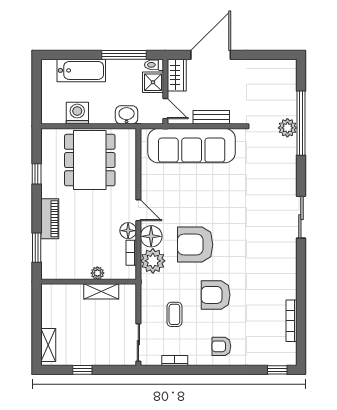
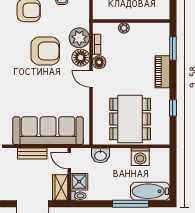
window: (124, 55) -> (131, 204), moved
bathtub: (81, 70) -> (150, 191), moved
shelving: (101, 291) -> (121, 13), removed

